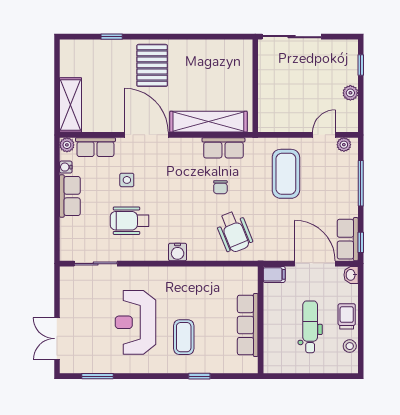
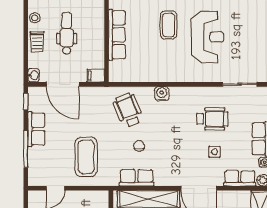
plant: (344, 145) -> (39, 180), removed
row of seats: (348, 239) -> (36, 129), moved
water cooler: (178, 252) -> (162, 94), moved
dental chair: (310, 327) -> (67, 33), turned 180

